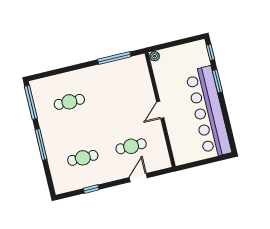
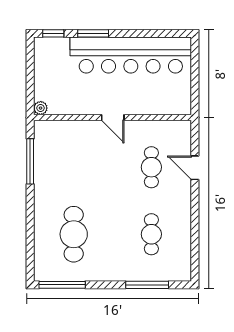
cafe table: (69, 102) -> (74, 234), width x1.37, depth x1.35
window: (41, 144) -> (147, 285), moved
window: (91, 189) -> (195, 233), removed

